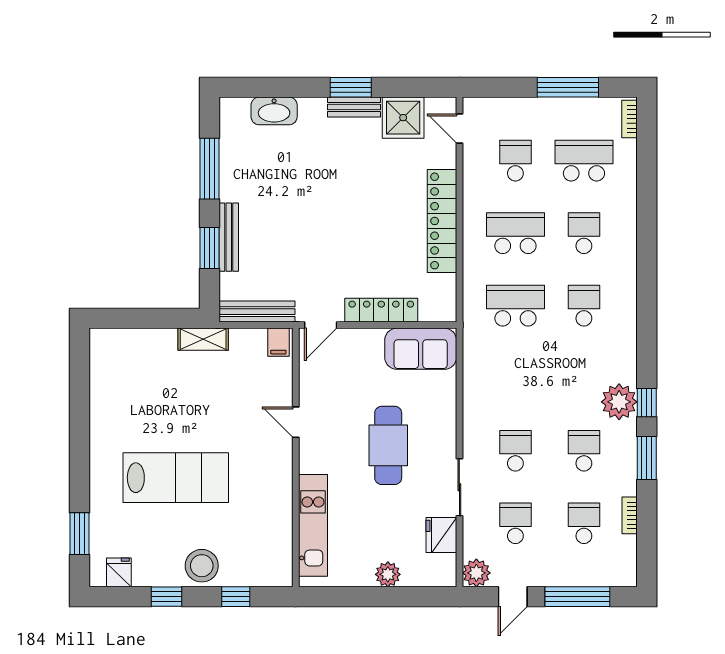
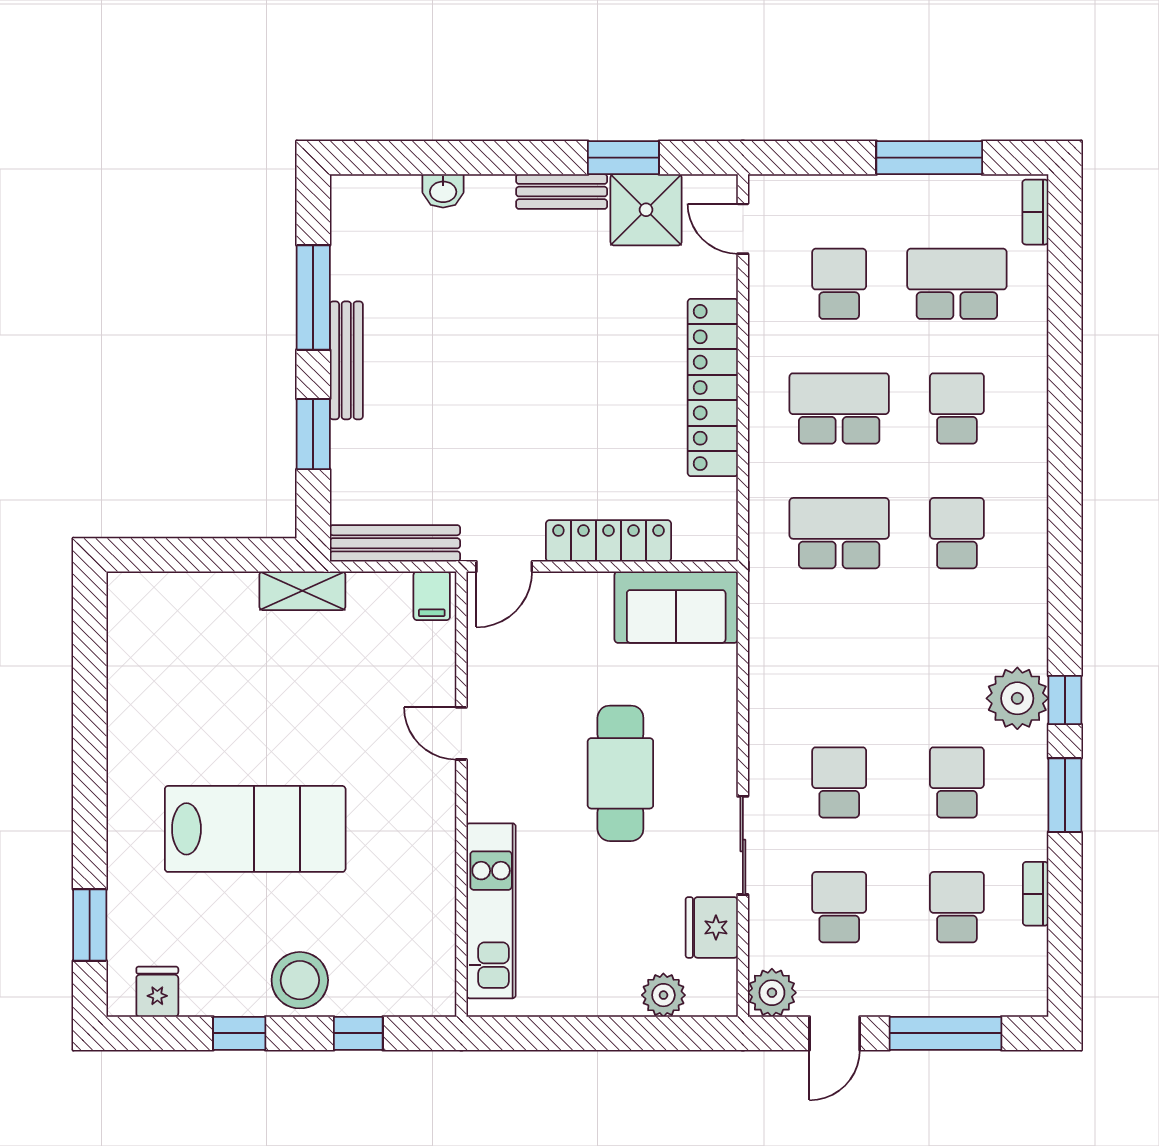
window: (351, 87) -> (623, 158), moved
washbasin: (274, 111) -> (443, 191), width x0.52, depth x0.69
bench: (229, 237) -> (346, 360), moved
plant: (388, 574) -> (663, 995), moved

